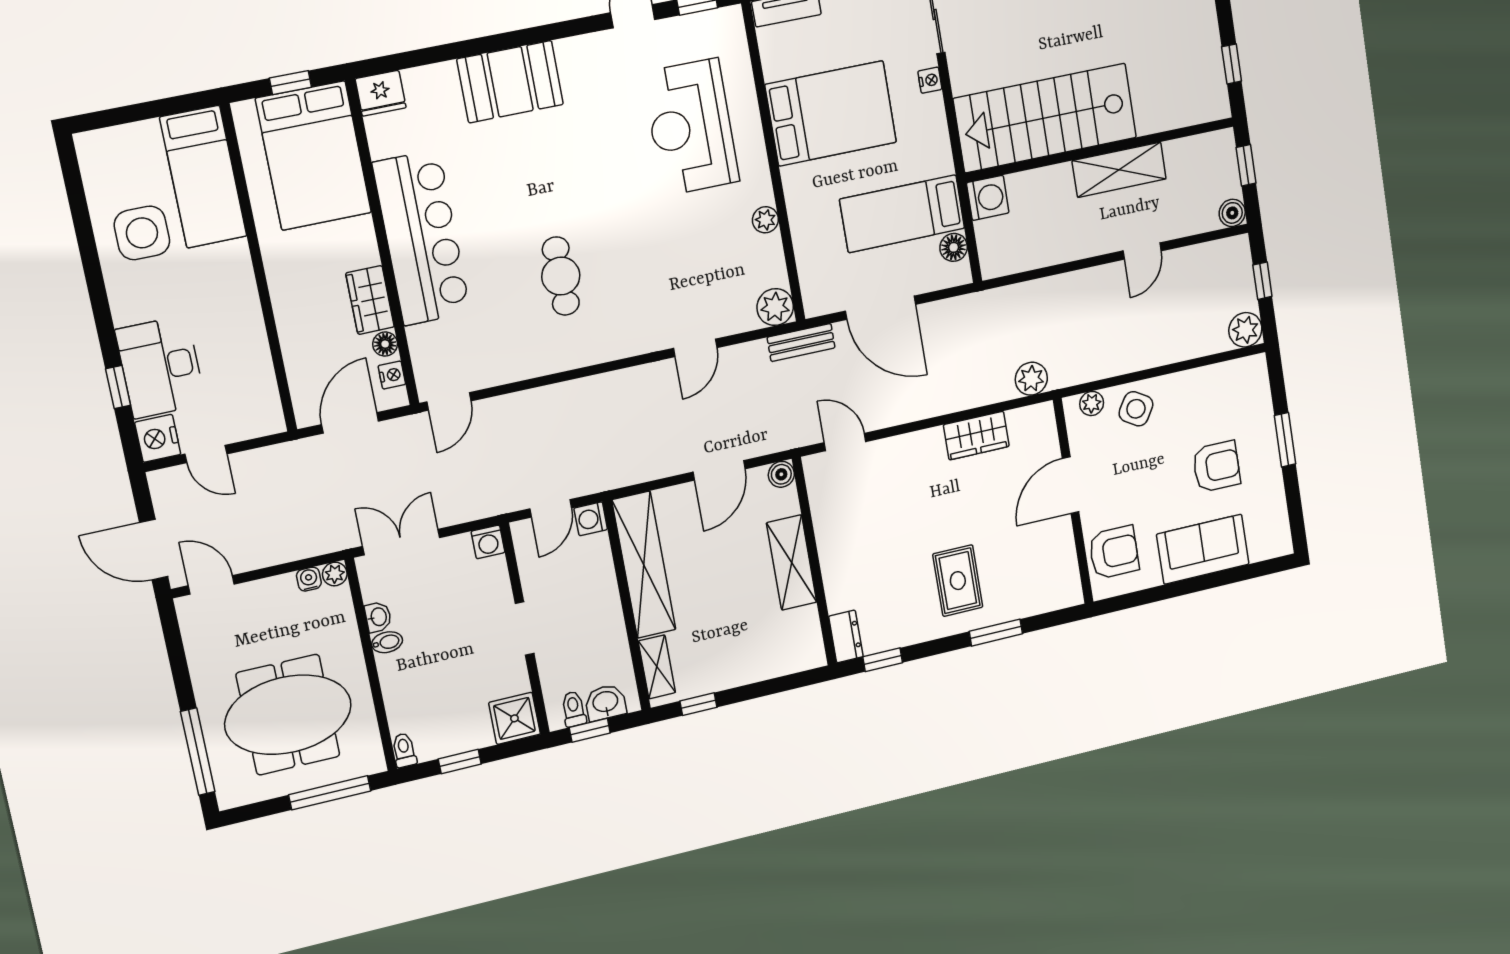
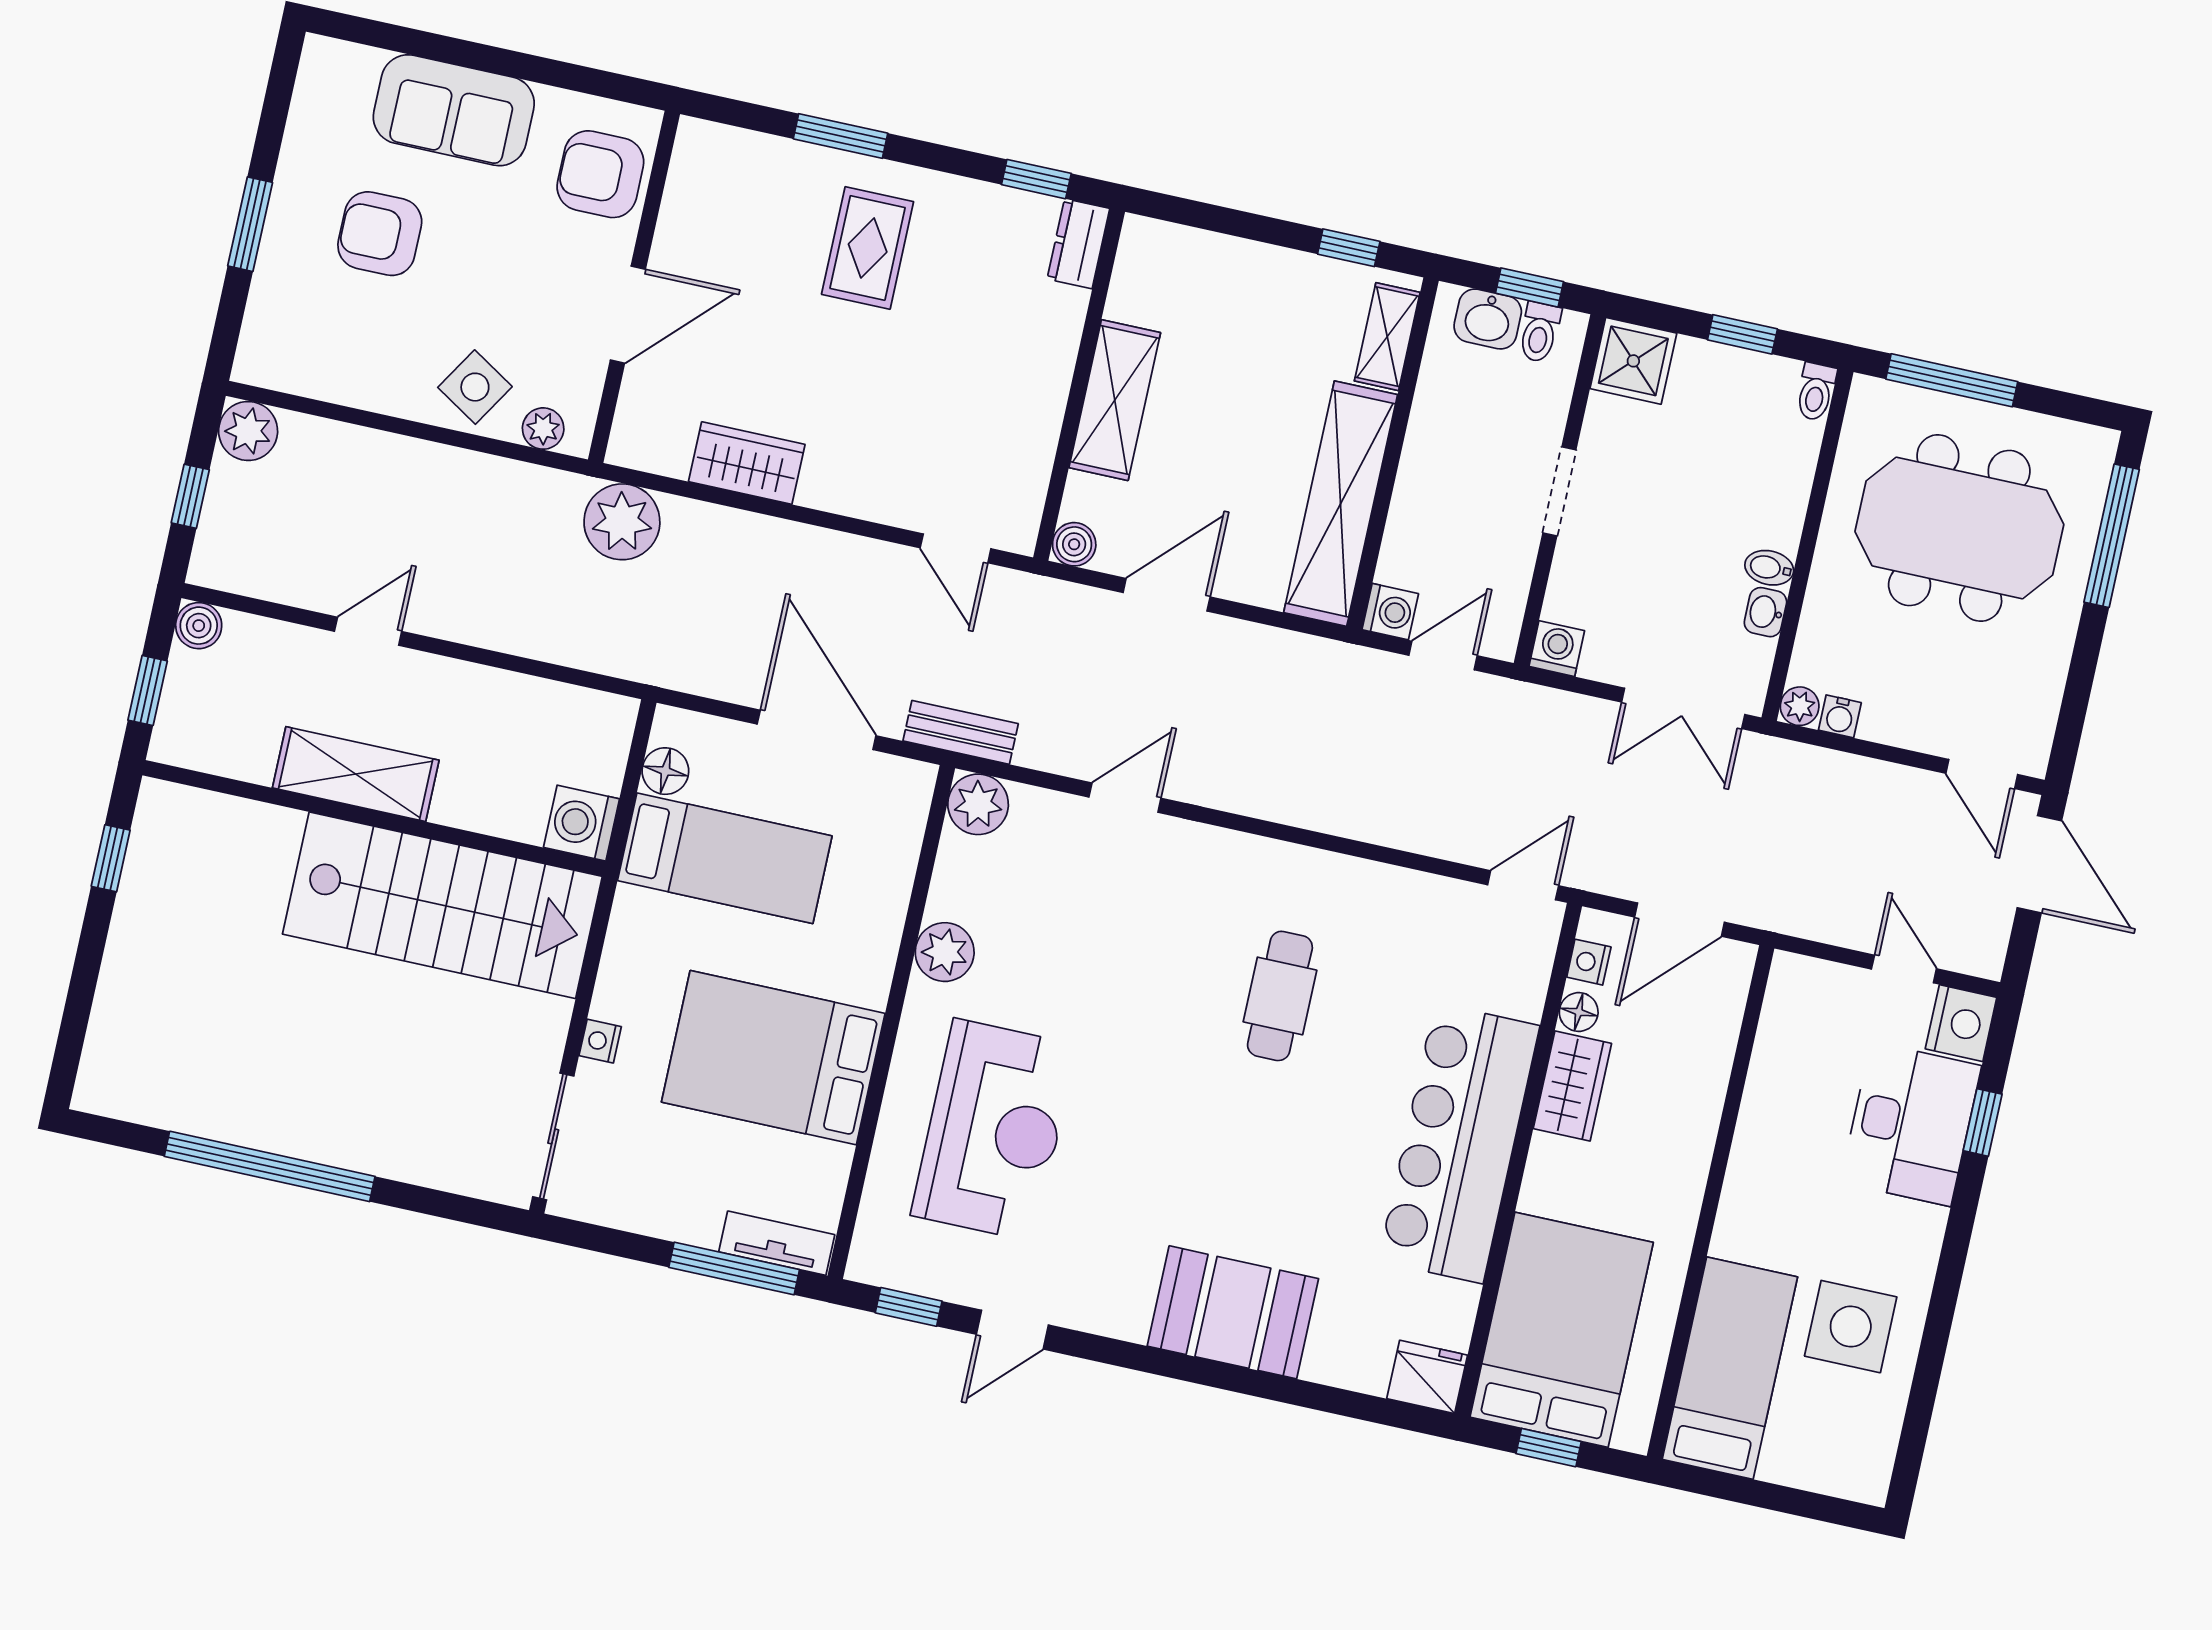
plant: (765, 220) -> (945, 952), width x1.38, depth x1.38
plant: (1031, 379) -> (622, 522), width x1.36, depth x1.36

